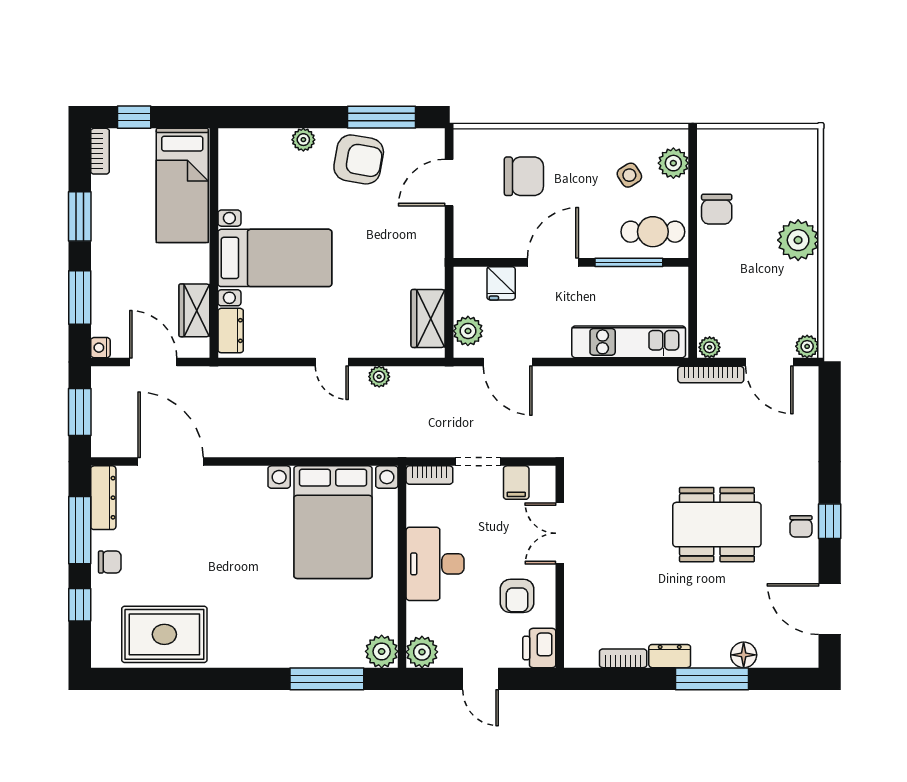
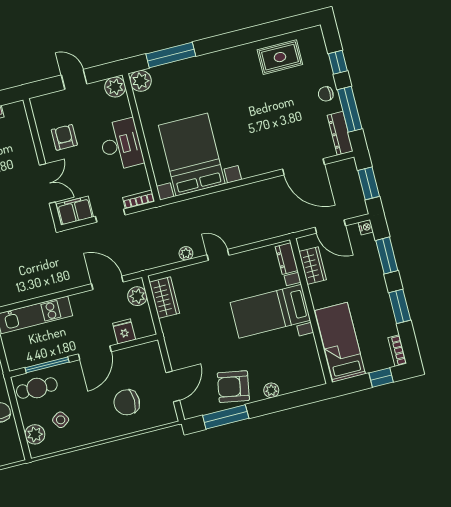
filing cabinet: (516, 483) -> (75, 211), width x2.00
rug: (164, 634) -> (280, 57), width x0.73, depth x0.70
printer: (539, 648) -> (42, 108), removed

